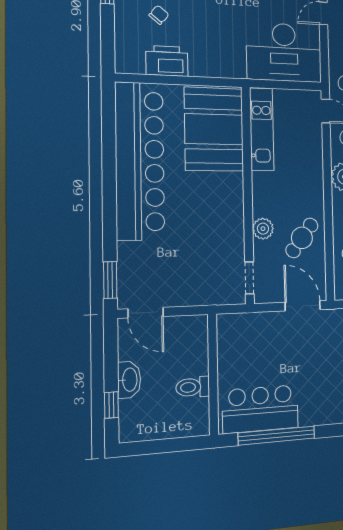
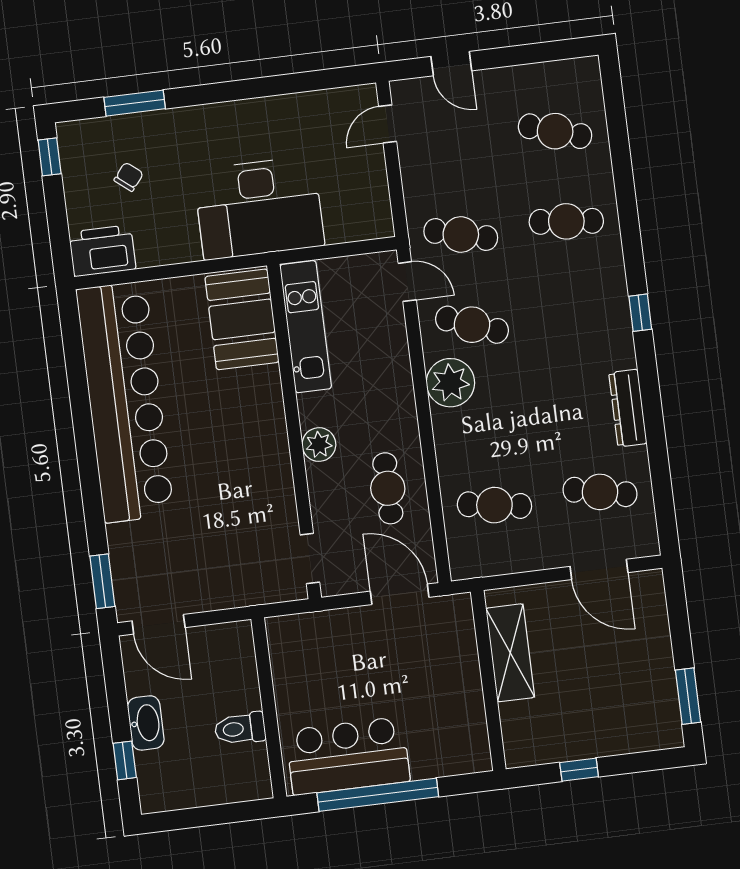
desk: (284, 52) -> (259, 208), moved
printer: (167, 61) -> (102, 251), moved
booth: (214, 129) -> (242, 319), width x0.73, depth x0.70
plant: (263, 229) -> (319, 445), moved
cafe table: (302, 238) -> (388, 488), turned -37

